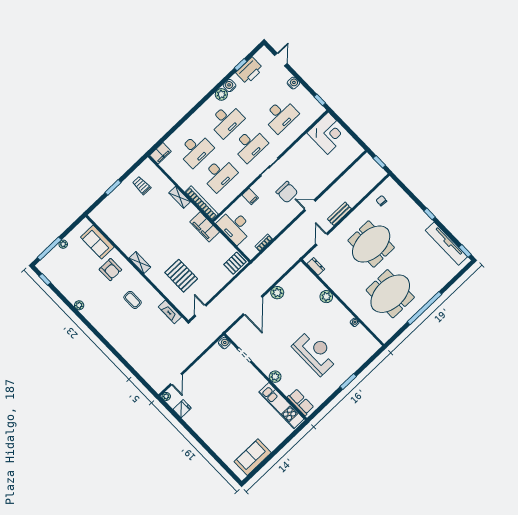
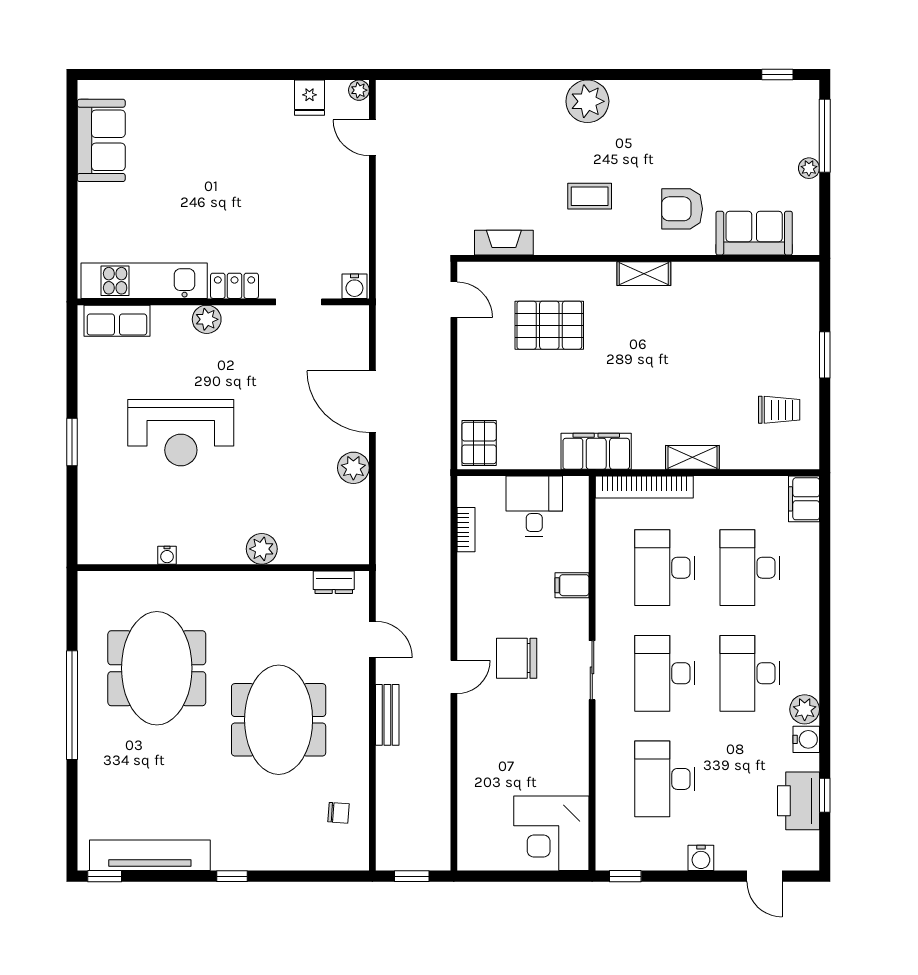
desk: (235, 226) -> (534, 506), width x0.73
plant: (79, 305) -> (587, 101), moved, width x1.87, depth x1.87
locker: (258, 378) -> (235, 286), added

